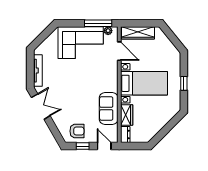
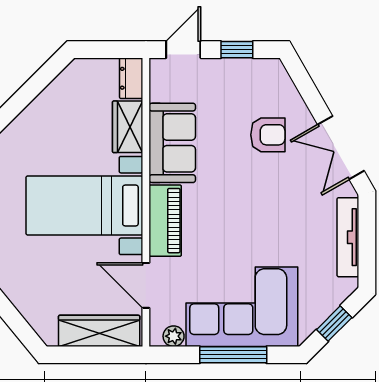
window: (98, 23) -> (233, 355), moved
window: (43, 36) -> (334, 324), added
piano: (111, 77) -> (165, 221), added
armchair: (77, 131) -> (268, 135), moved, turned 180
door: (104, 146) -> (183, 50), swing flipped

